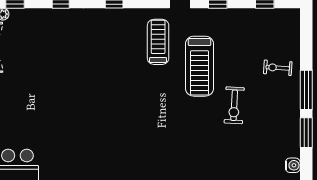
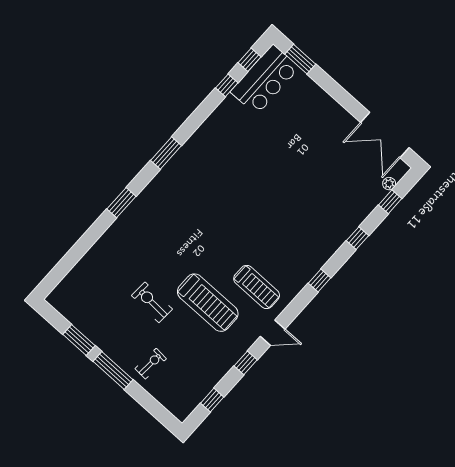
treadmill: (200, 66) -> (208, 303), turned 180
water cooler: (293, 165) -> (63, 306), removed

